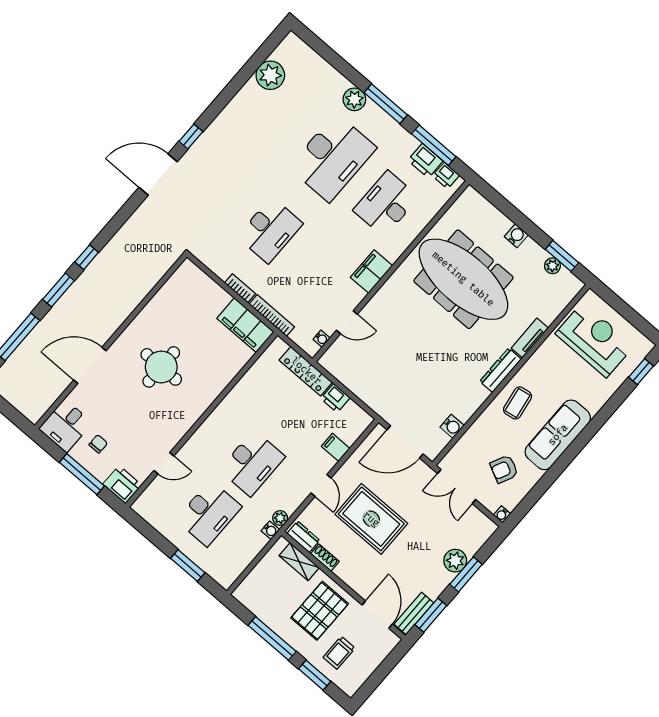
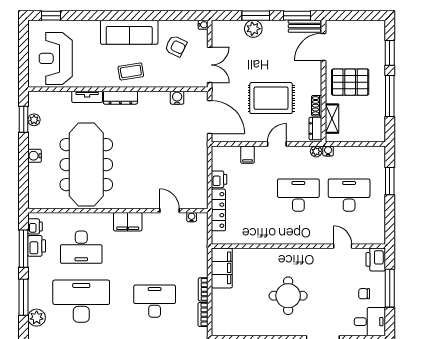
bookcase: (272, 315) -> (203, 314), moved, width x0.64
rug: (371, 519) -> (271, 98), turned 90
trolley: (339, 653) -> (365, 50), removed

